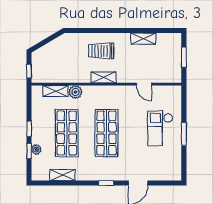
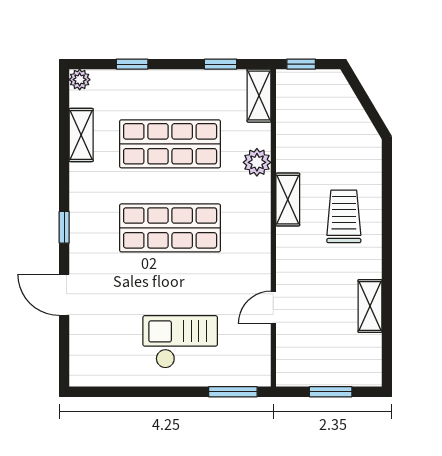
shelving: (103, 77) -> (288, 200), moved
shelving: (55, 91) -> (259, 96), moved
window: (29, 129) -> (221, 64), moved
window: (184, 134) -> (233, 392), moved
plant: (36, 149) -> (80, 80), moved

